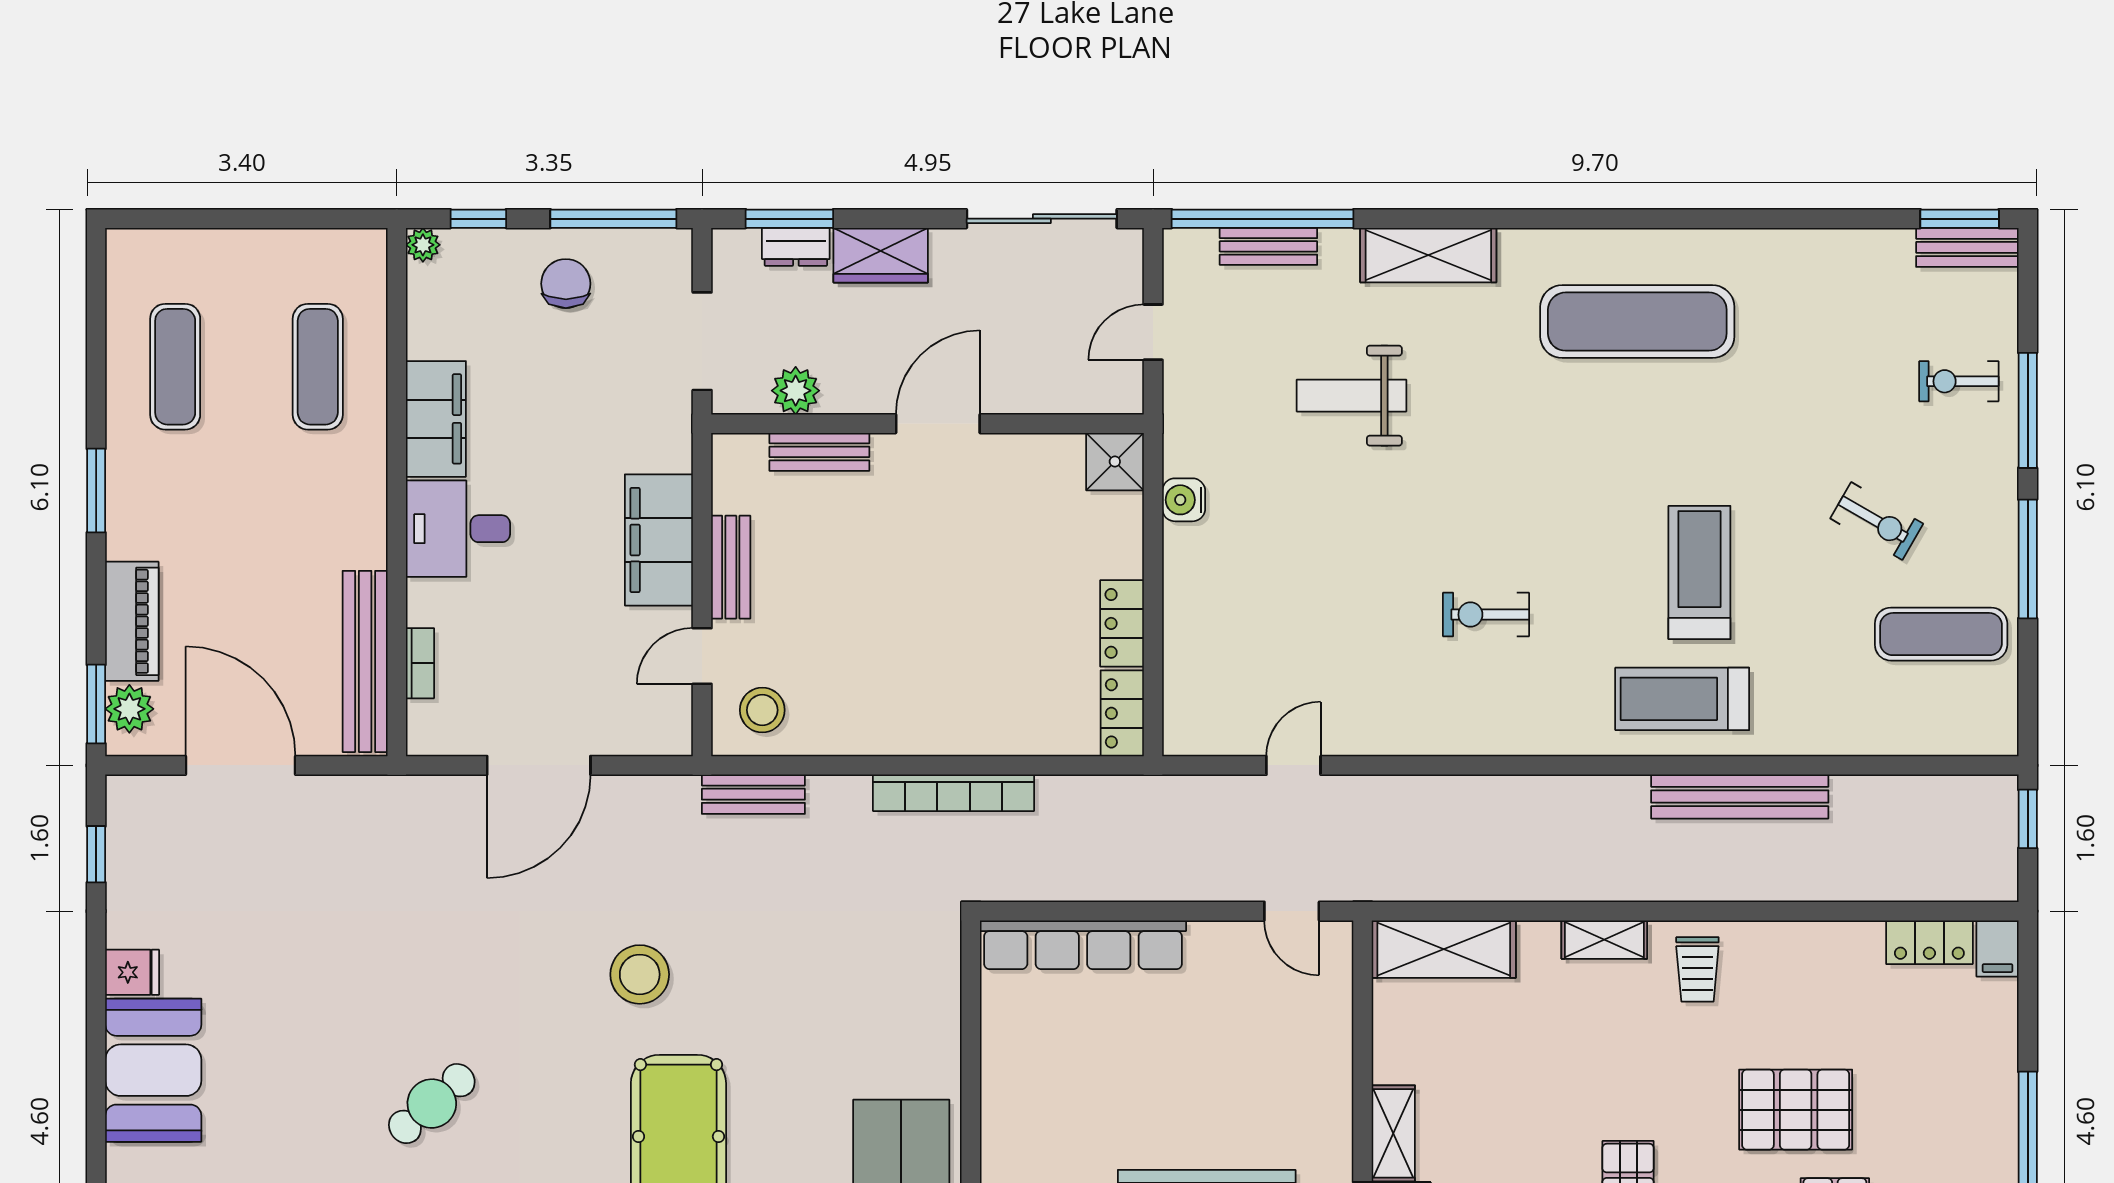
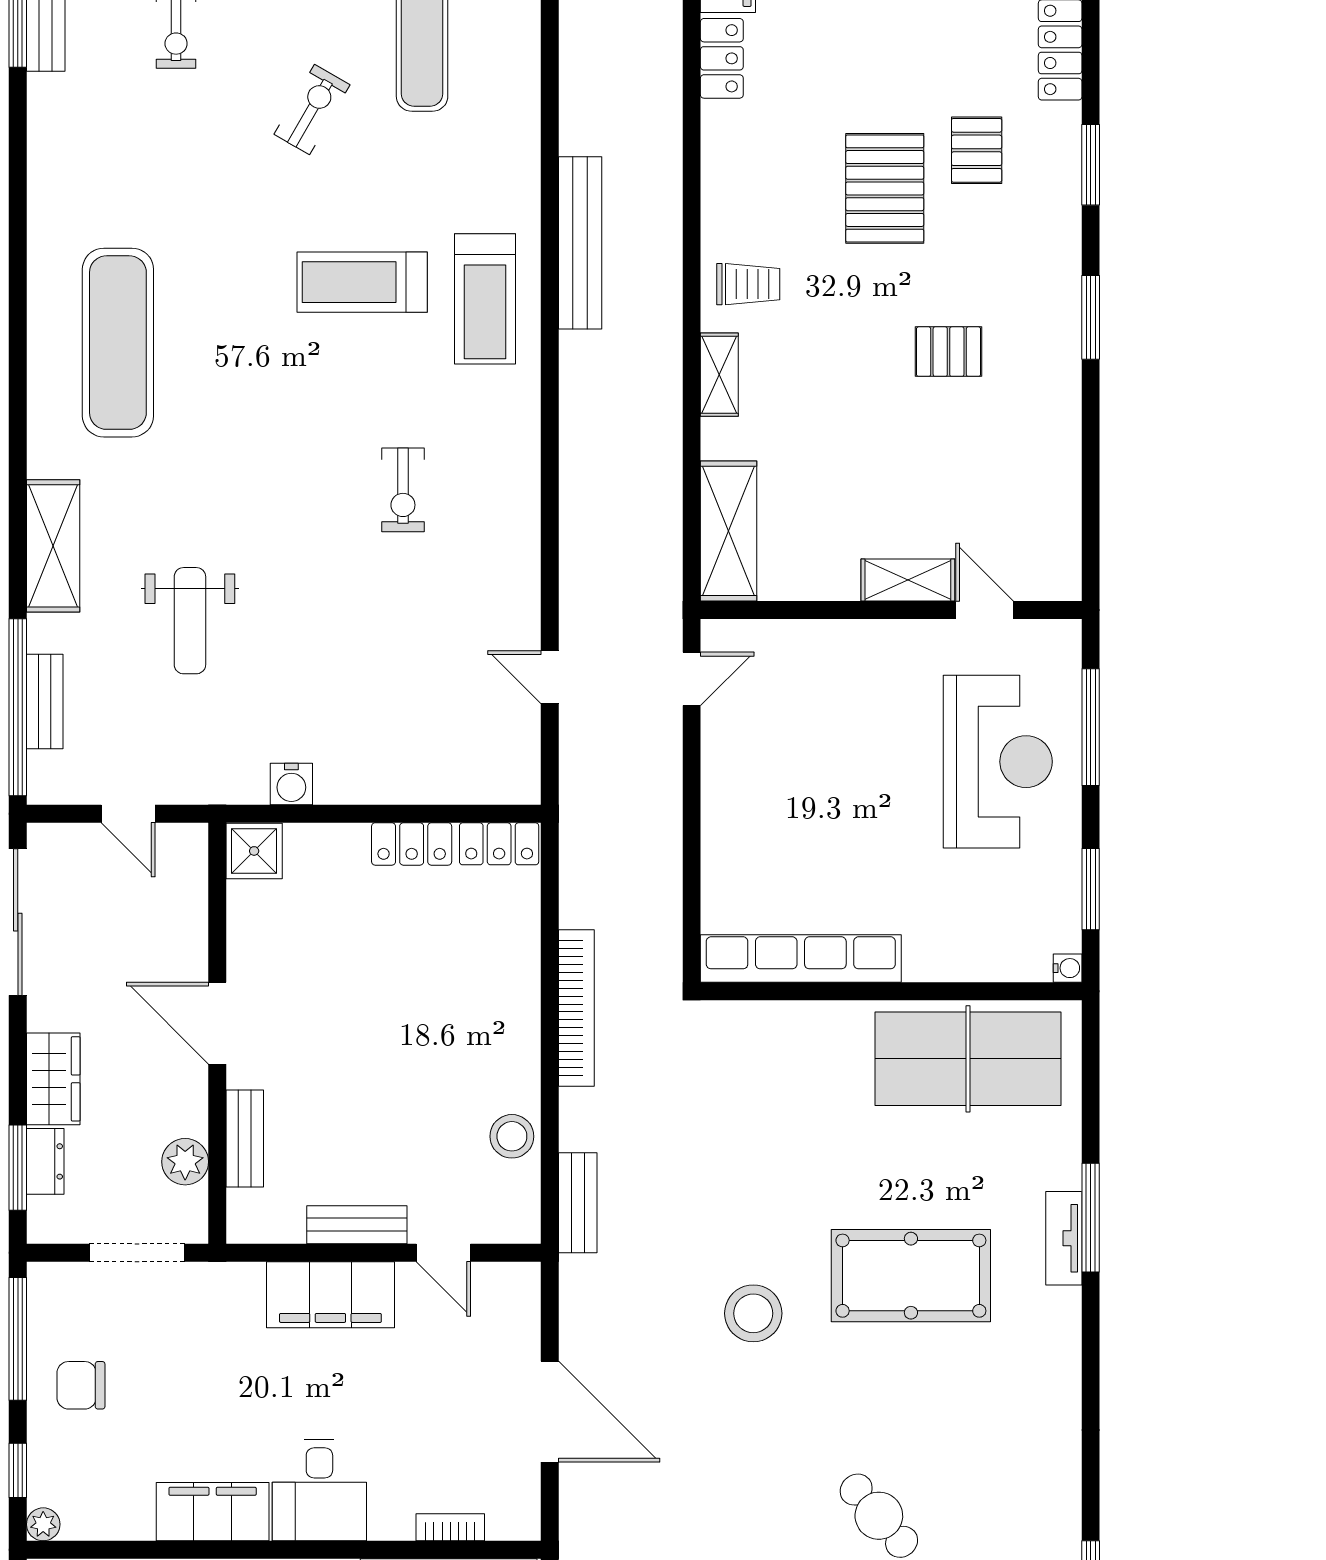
stool: (762, 710) -> (512, 1136), moved
row of seats: (1083, 945) -> (801, 959), moved, turned -90

